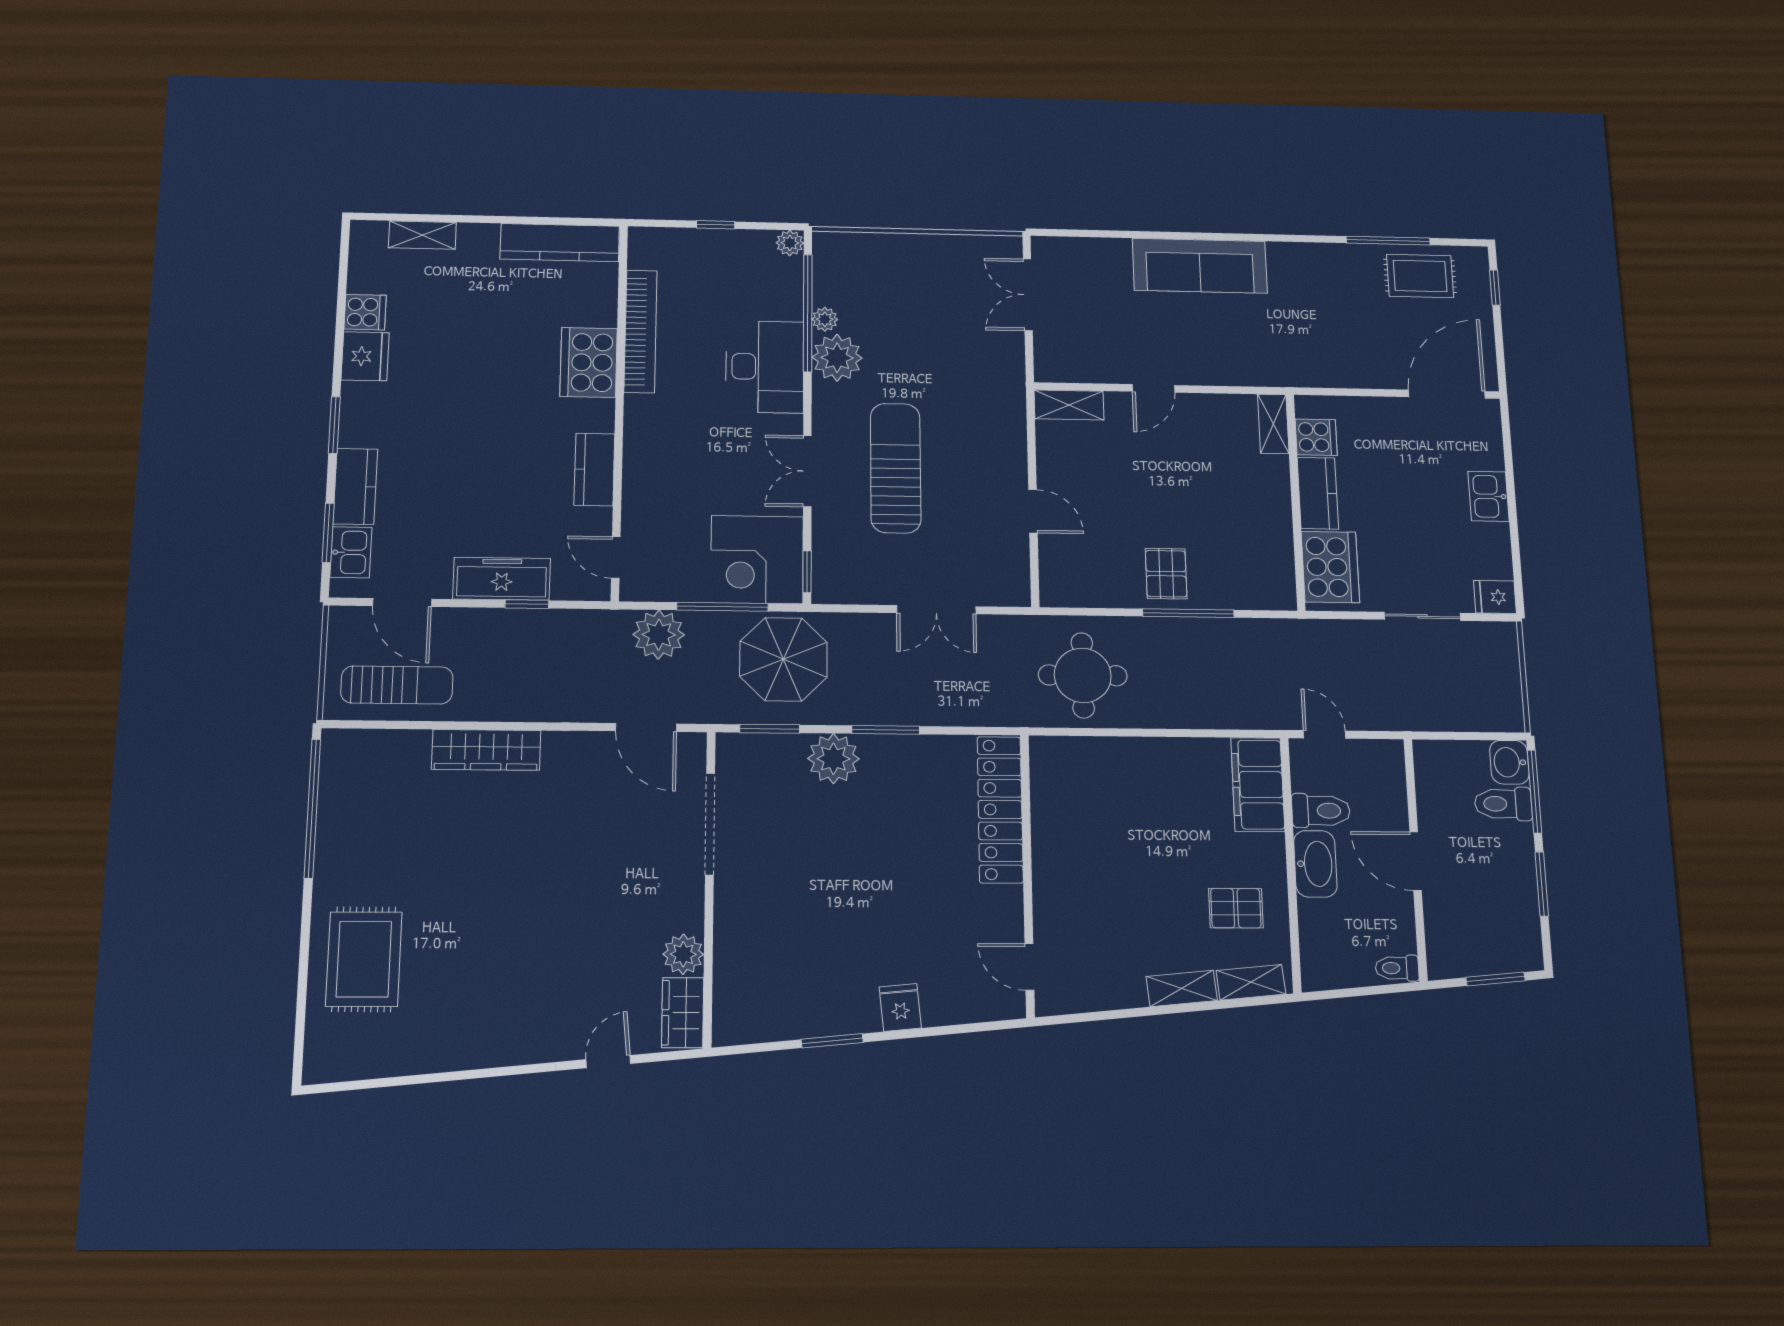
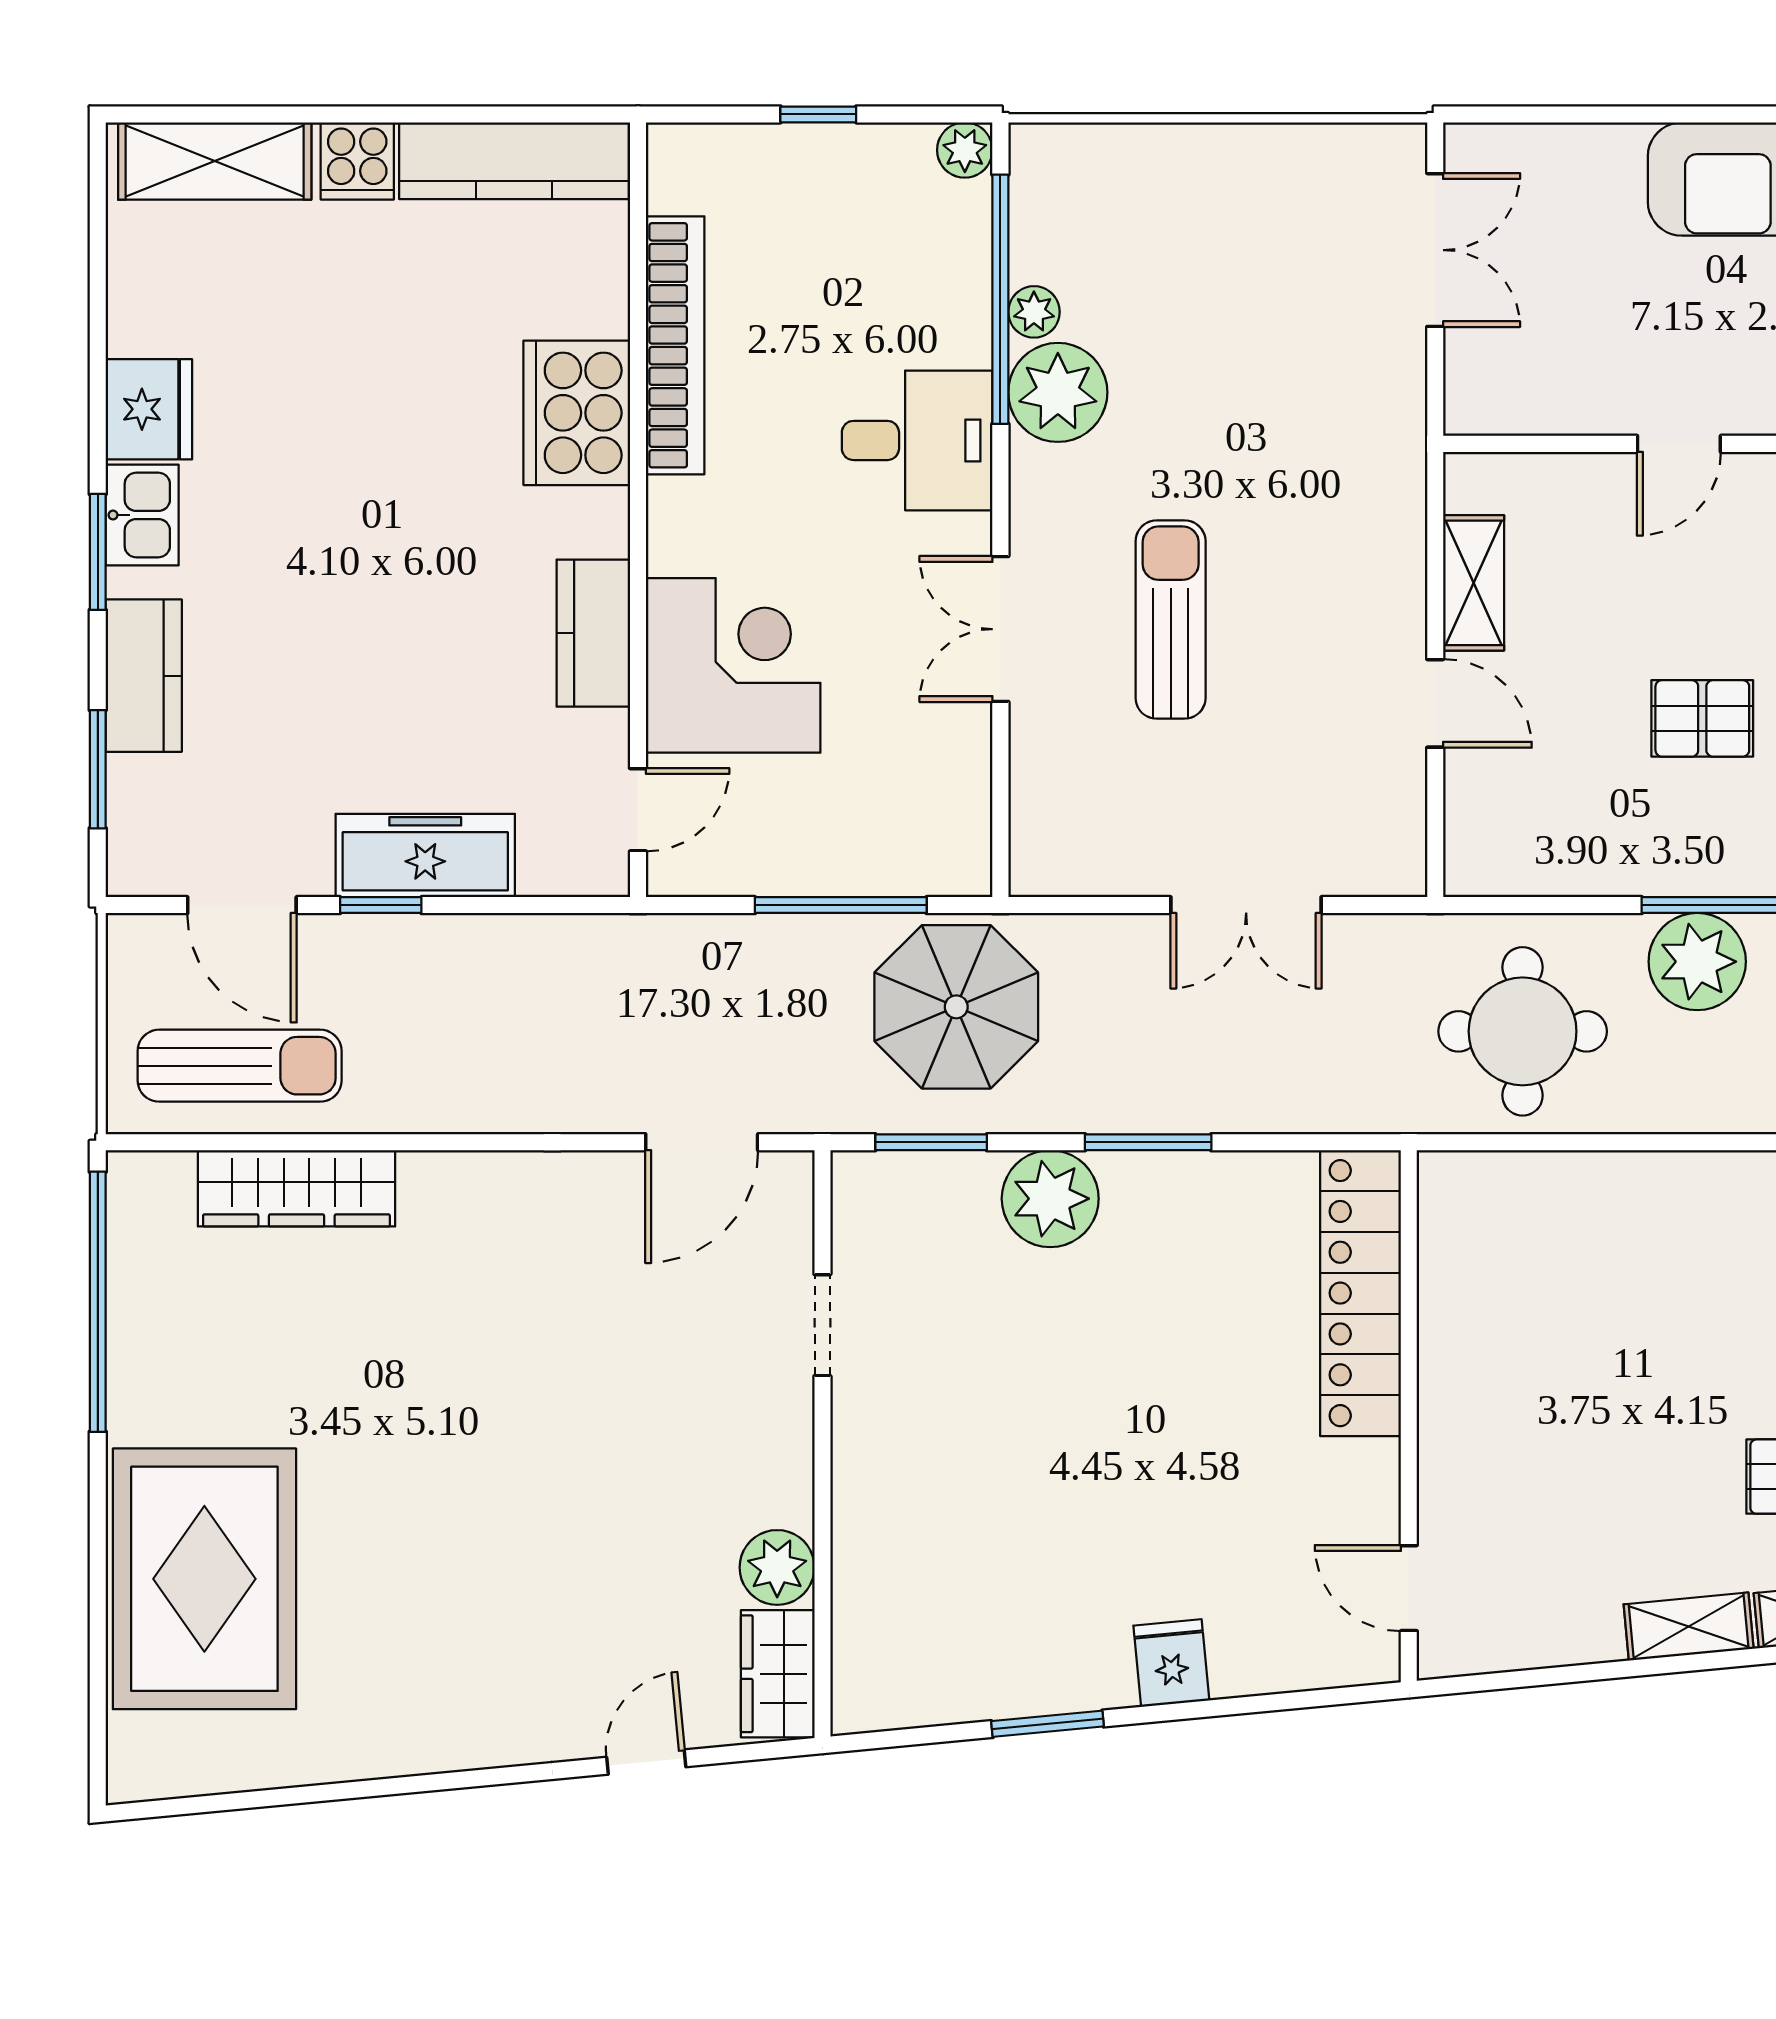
shelving: (422, 235) -> (215, 161), width x1.50, depth x1.33
double door: (1028, 295) -> (1435, 250), swing flipped
cooker: (365, 312) -> (357, 161), moved, turned 90
desk: (765, 367) -> (917, 440), width x0.73
shelving: (1069, 405) -> (1474, 583), moved, turned 90
sun lounger: (896, 468) -> (1171, 620), width x0.73, depth x0.75
kitchen sink: (351, 552) -> (142, 515), moved
door: (616, 557) -> (638, 810), swing flipped
corner desk: (757, 560) -> (733, 665), moved, turned 180
window: (807, 572) -> (1000, 833), removed
pallet: (1166, 574) -> (1702, 718), moved, turned 90
window: (527, 604) -> (381, 905), moved
plant: (659, 635) -> (1697, 962), moved
door: (646, 727) -> (702, 1142), hinge flipped
wardrobe: (486, 750) -> (296, 1188), moved
doorway: (710, 824) -> (822, 1325), width x0.53
rug: (364, 959) -> (204, 1579), width x1.37, depth x1.44

